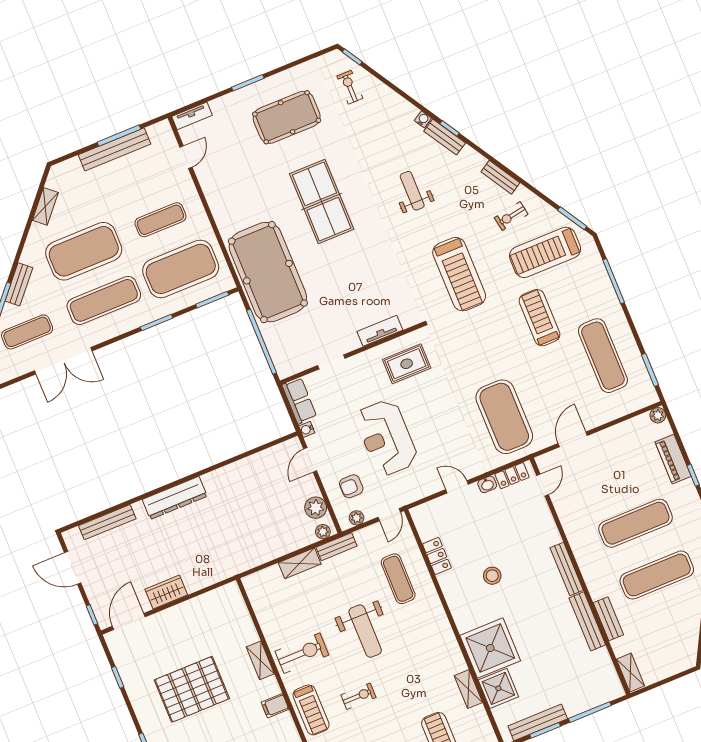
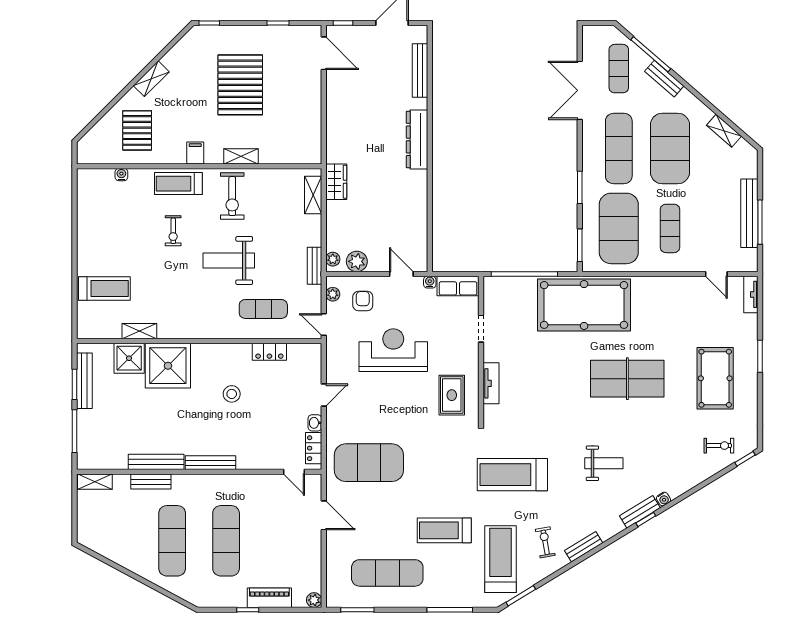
treadmill: (540, 318) -> (444, 530), turned 180
shelving: (300, 563) -> (313, 195), moved
wardrobe: (166, 592) -> (336, 182), moved

